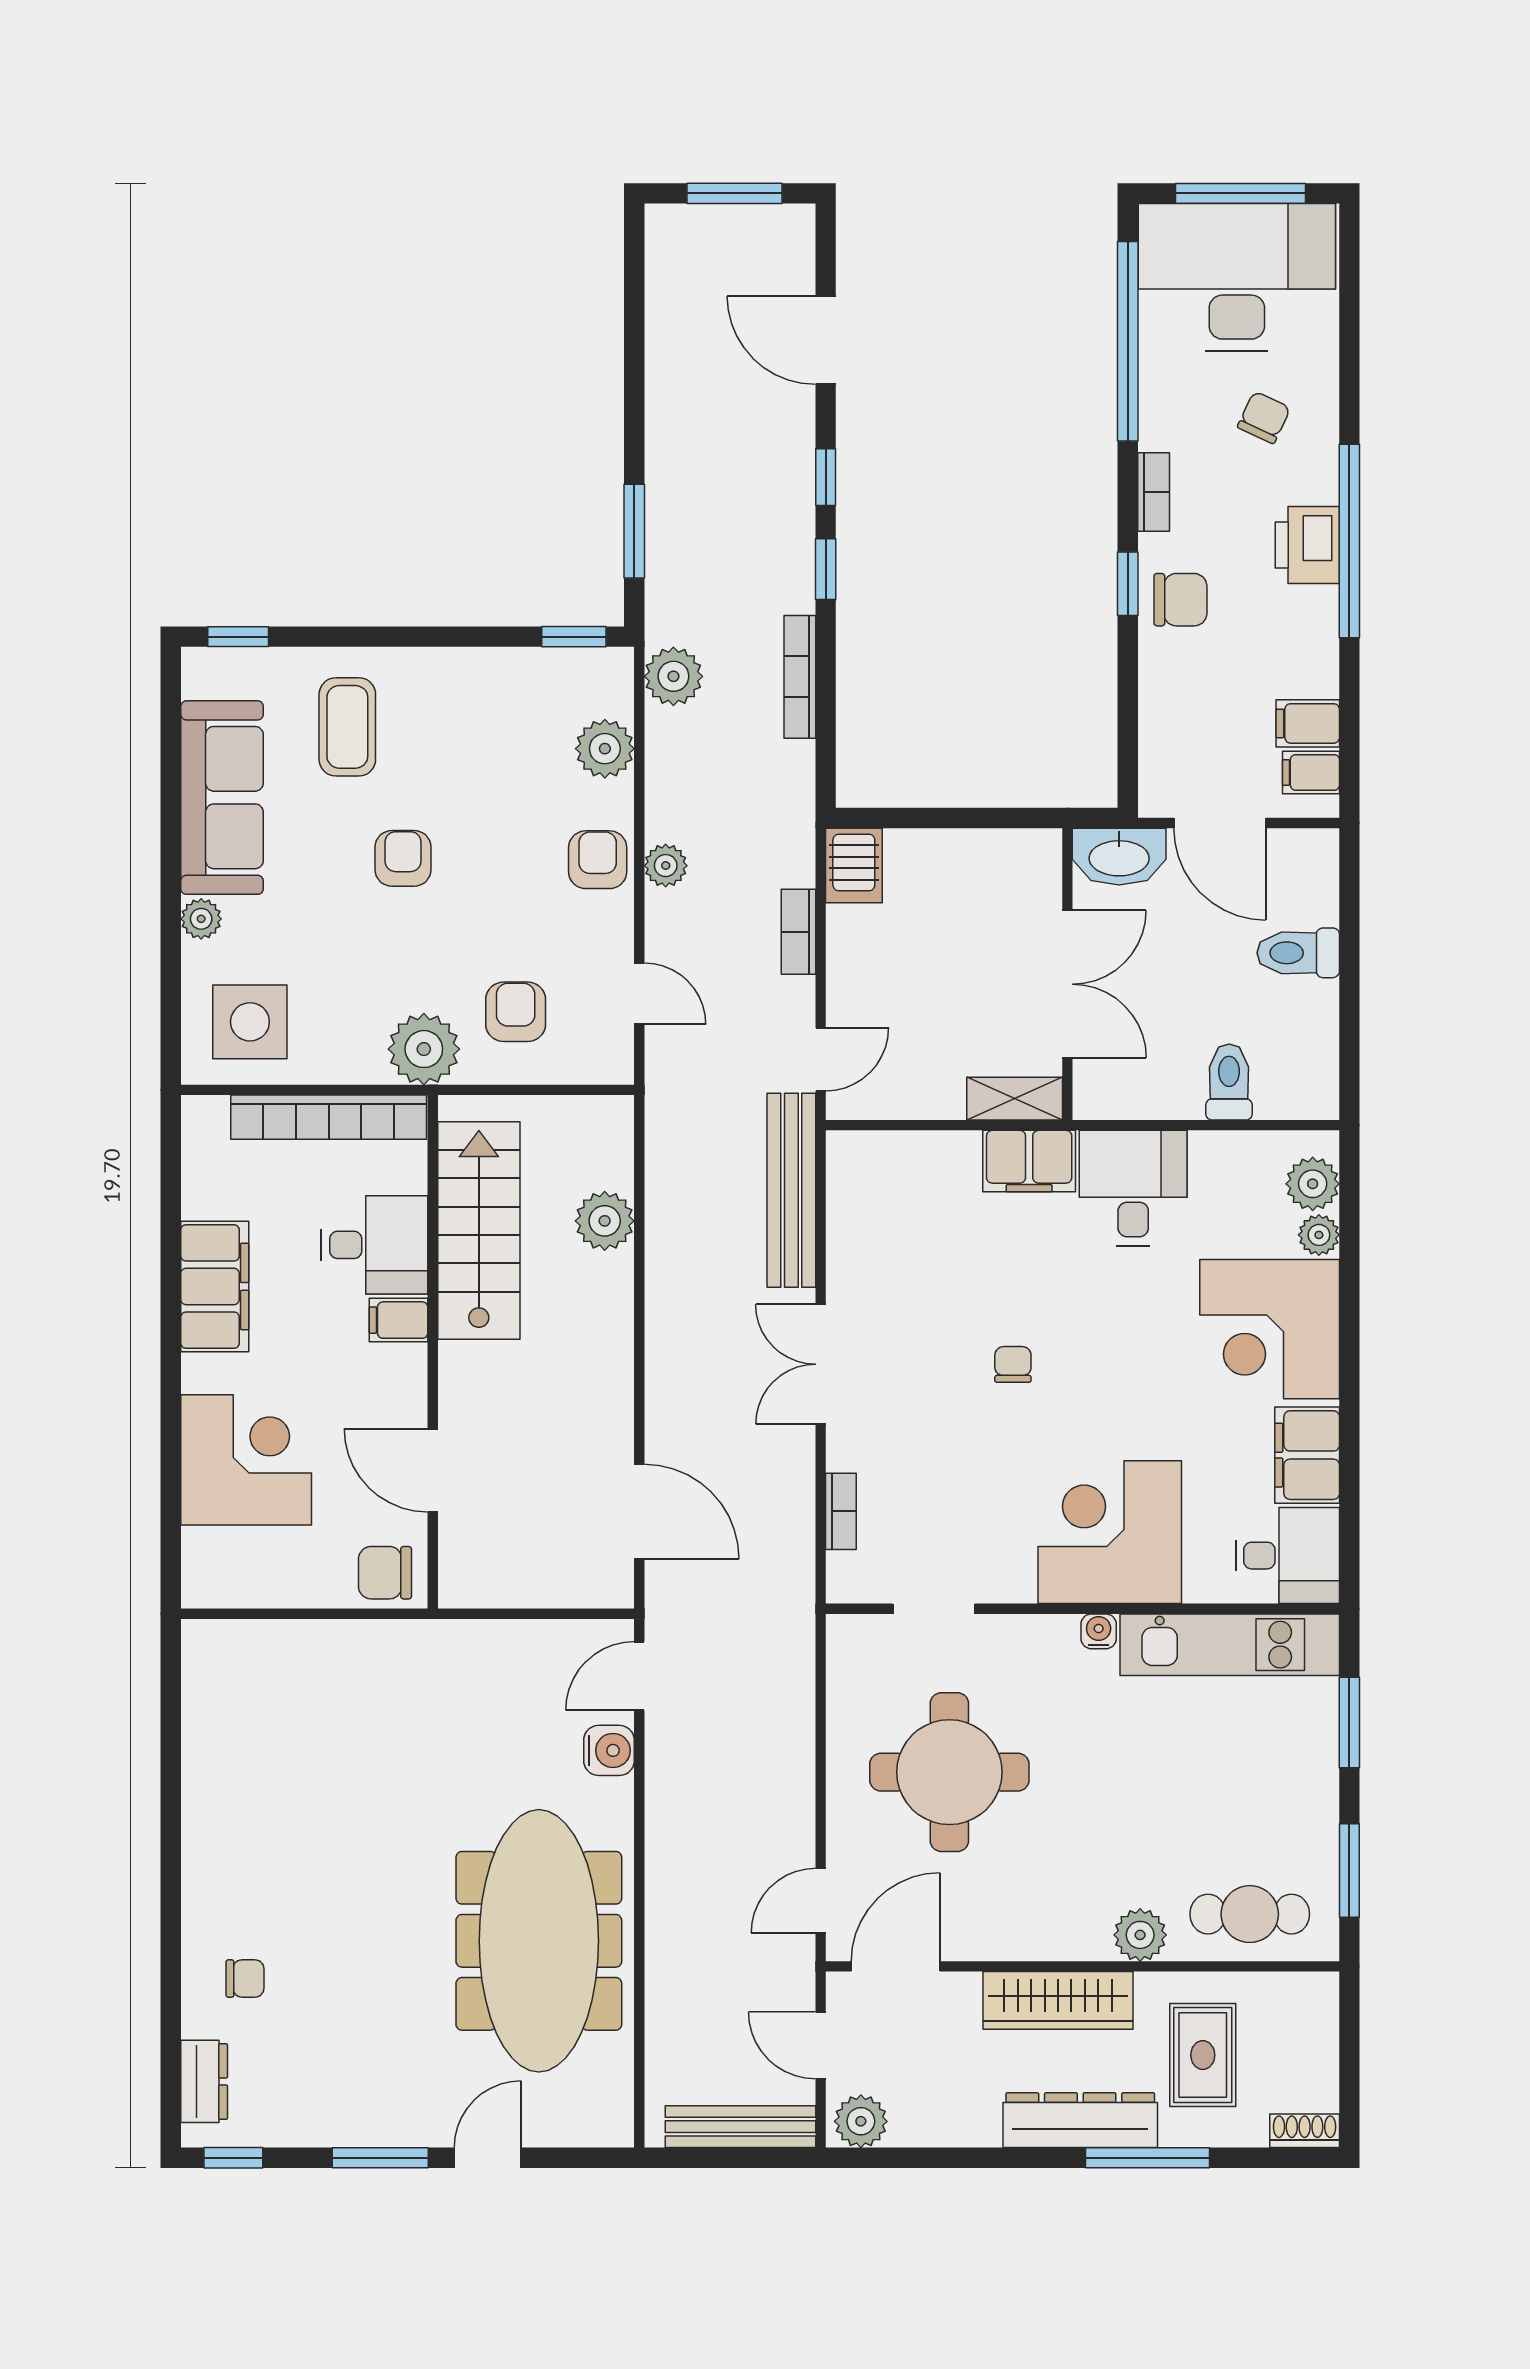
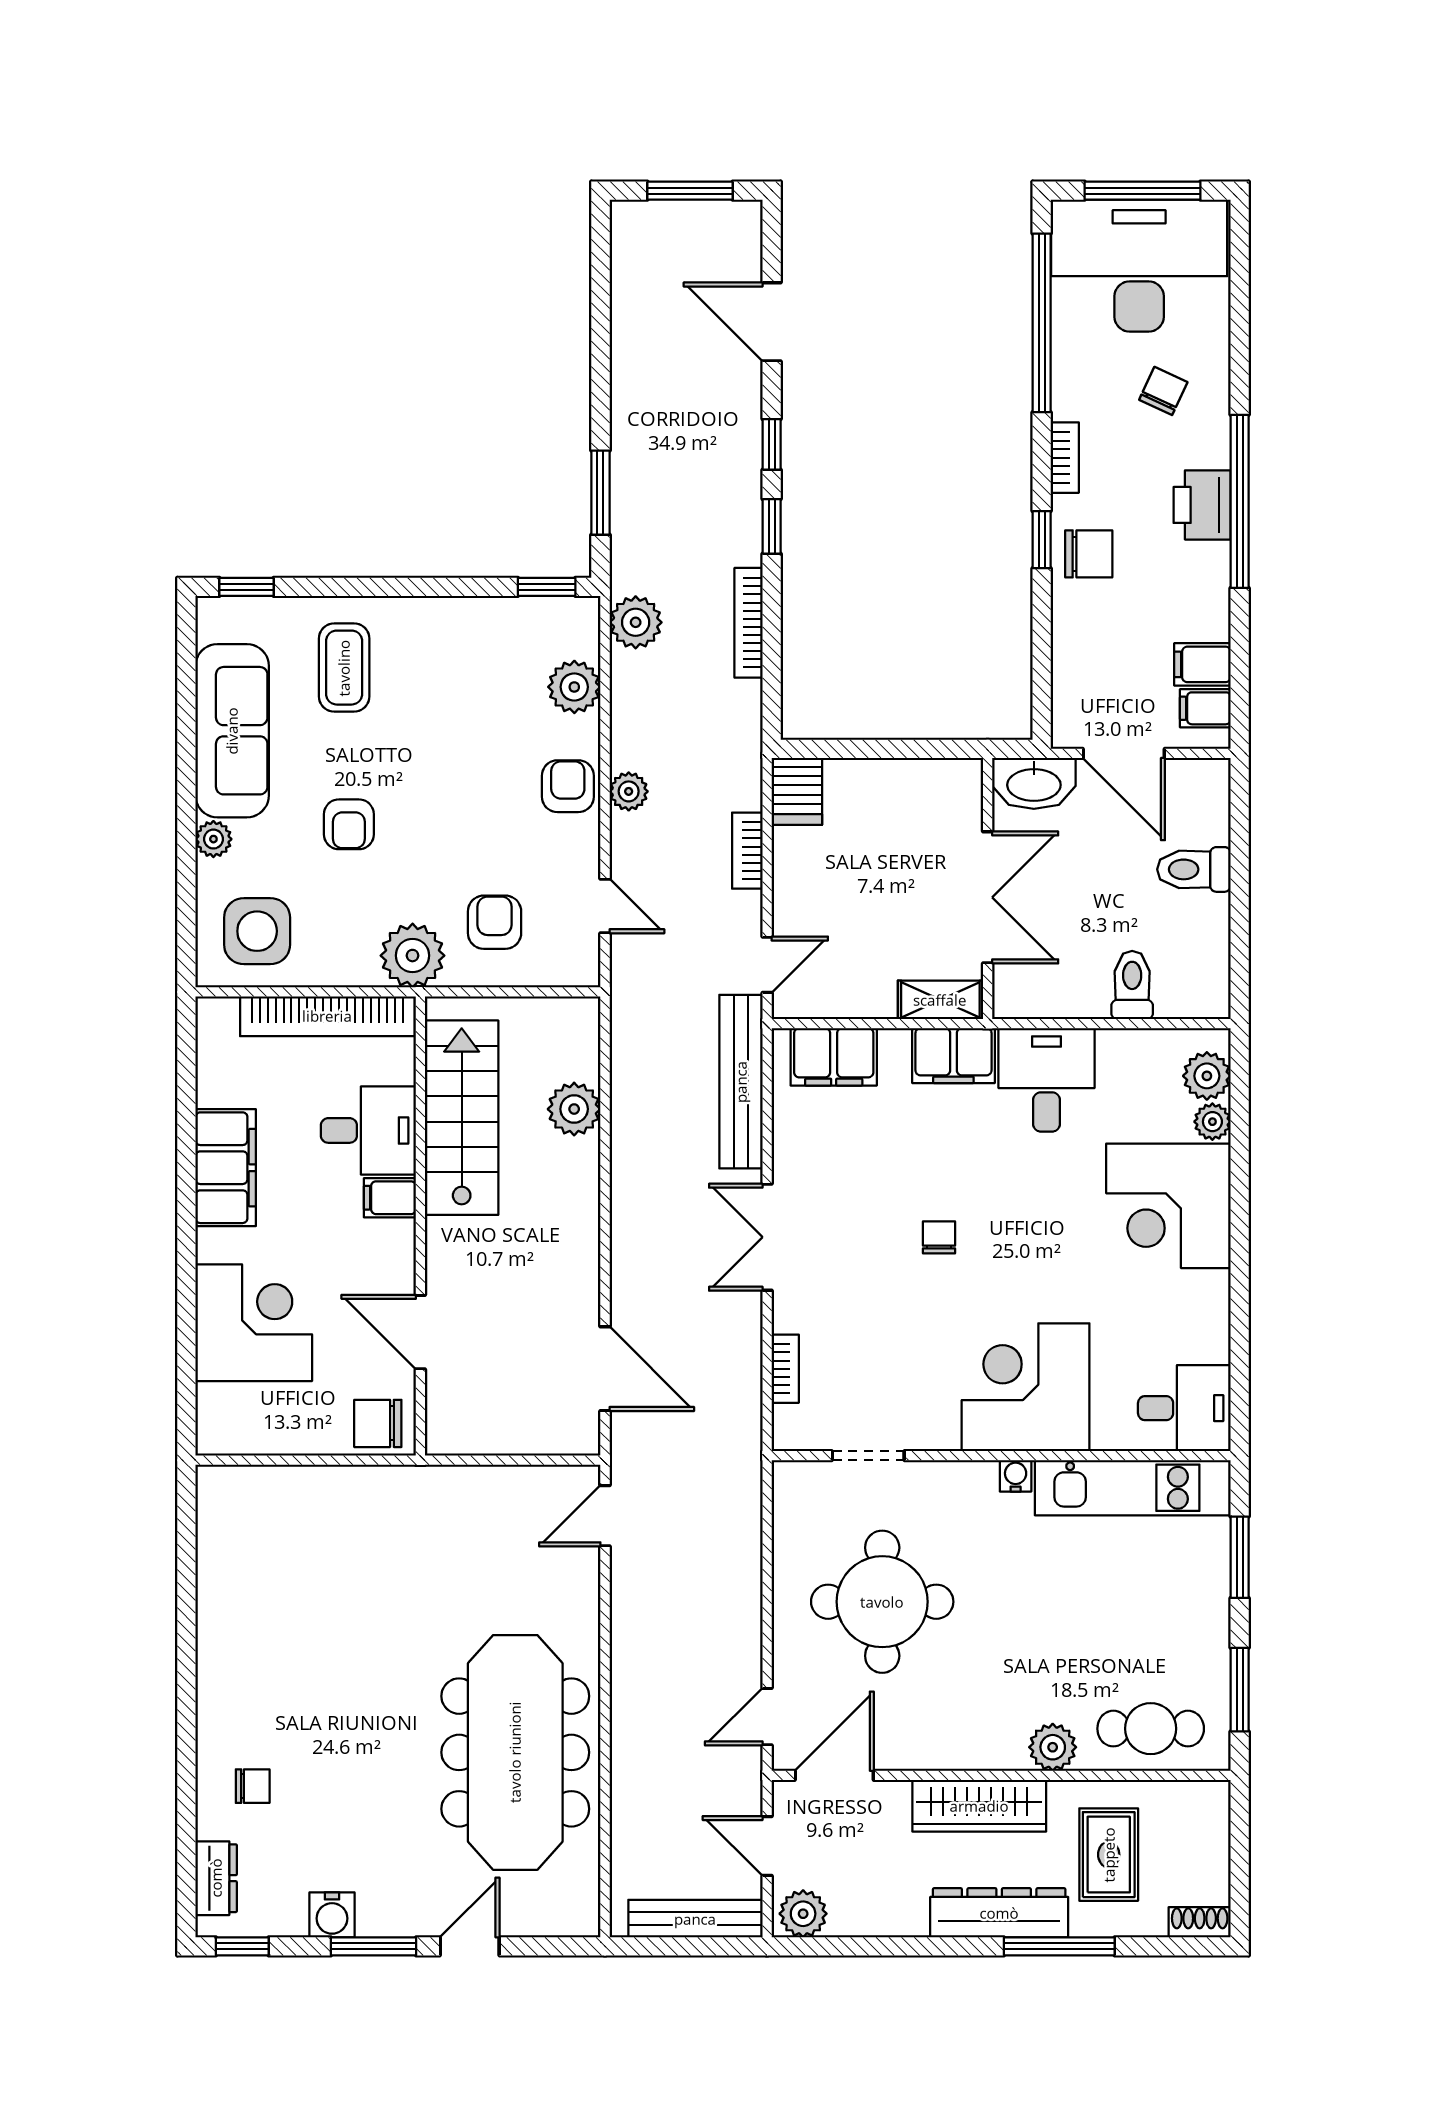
armchair: (403, 858) -> (349, 824), moved, turned 180
filing cabinet: (1307, 1455) -> (834, 1057), moved, turned -90
water cooler: (609, 1750) -> (332, 1915), moved, turned 90

